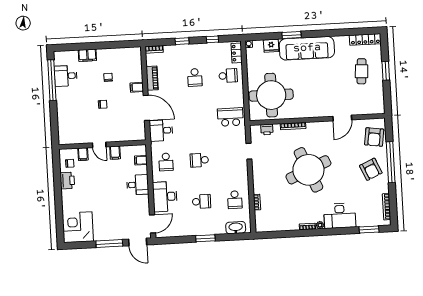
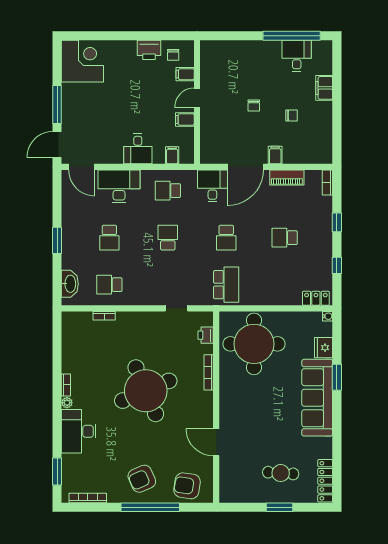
school desk: (228, 76) -> (226, 238), moved

